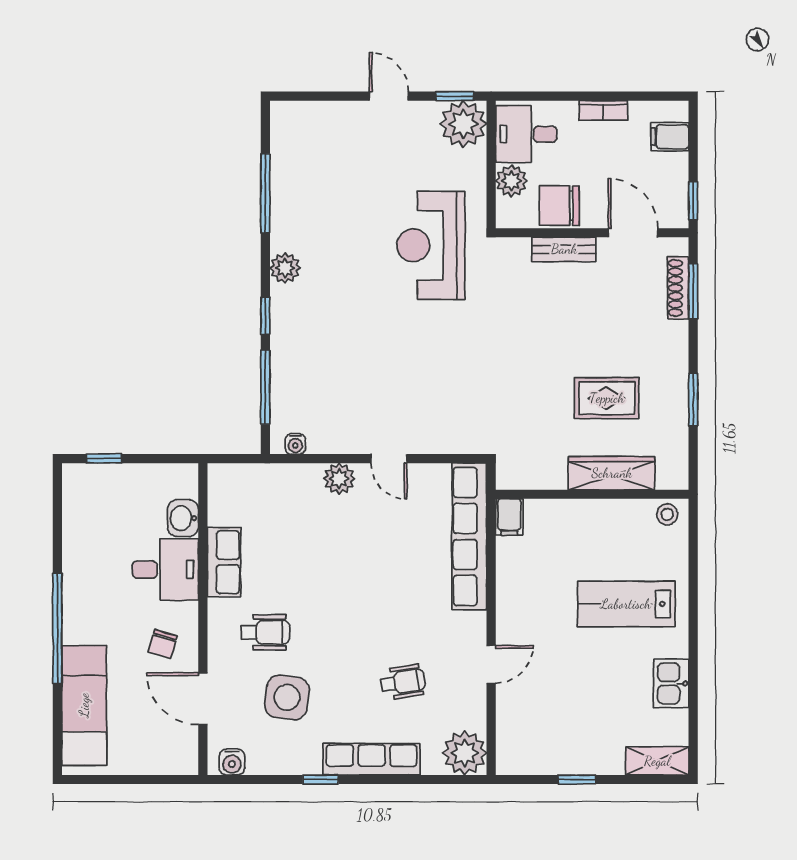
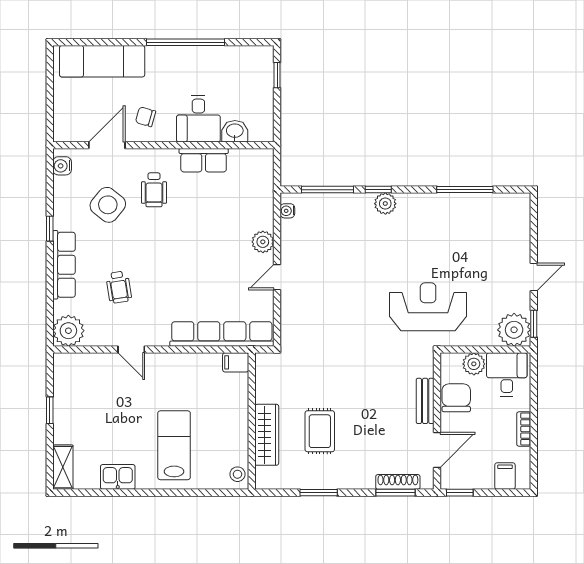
plant: (285, 268) -> (385, 204), moved
window: (57, 628) -> (186, 42), moved
side table: (287, 697) -> (108, 205), turned 32

